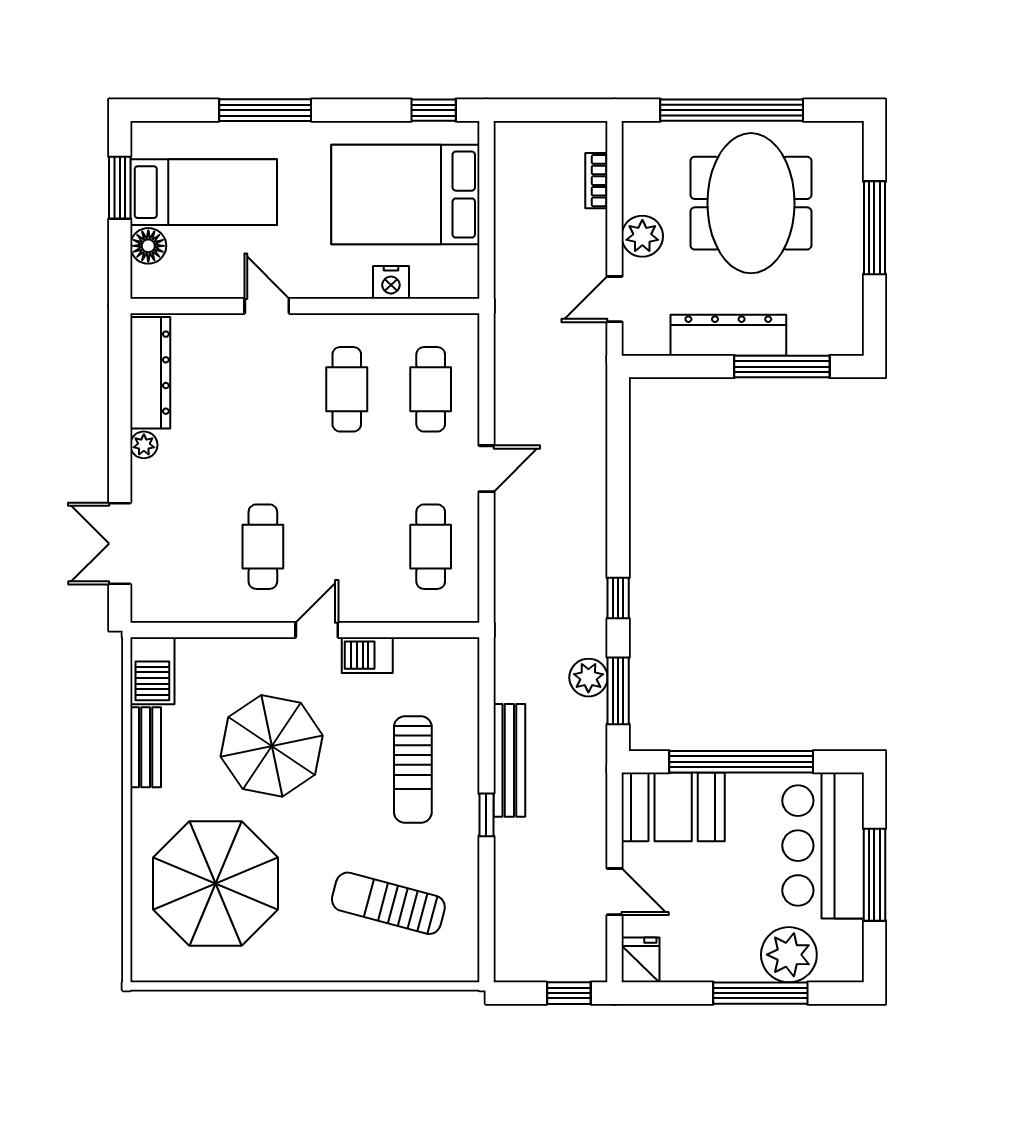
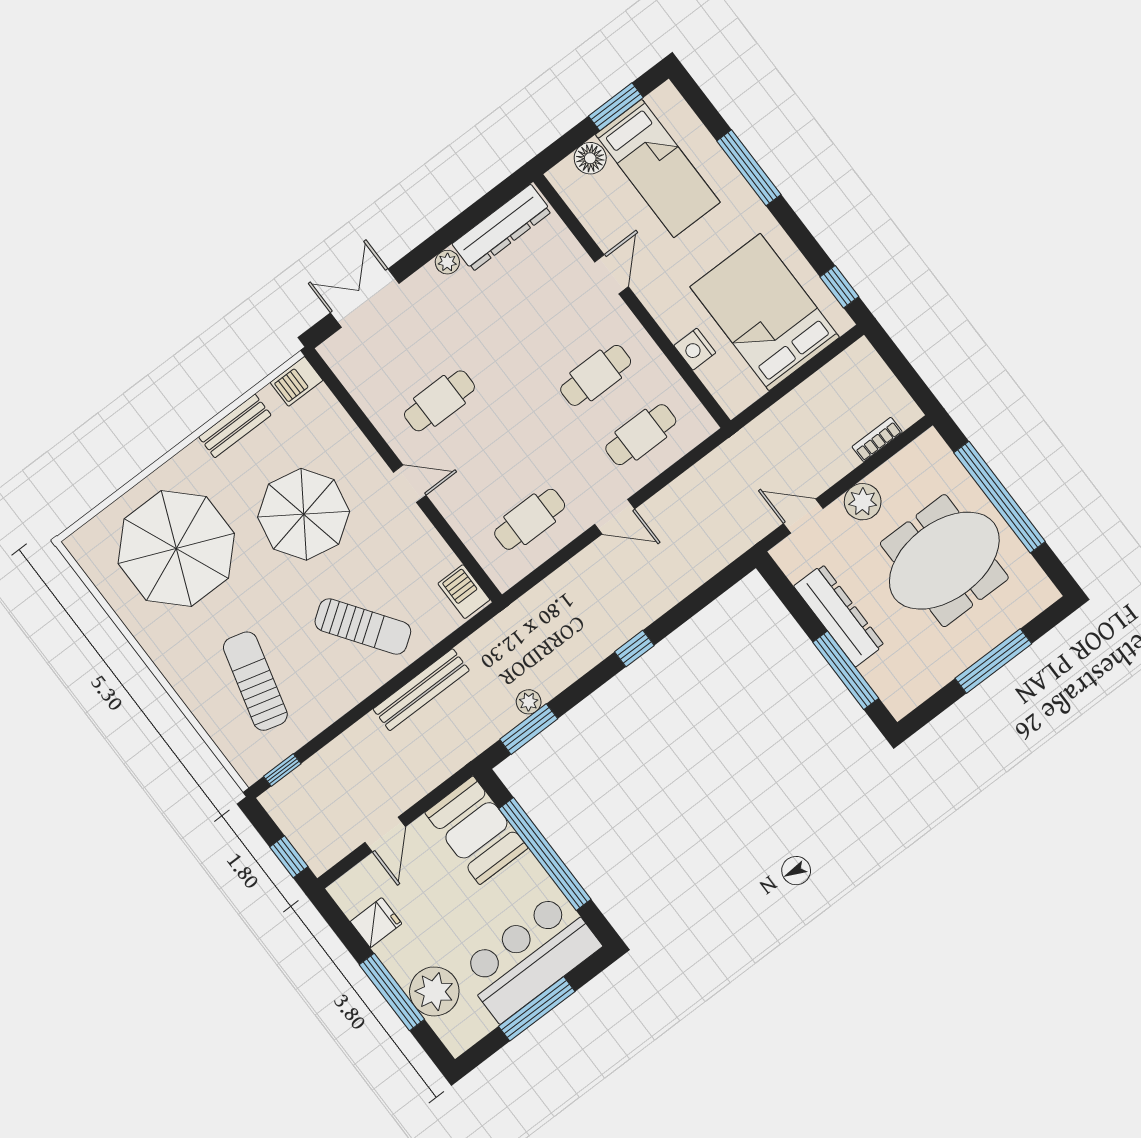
window: (618, 598) -> (634, 649), moved
barbecue: (367, 655) -> (464, 592), moved
barbecue: (152, 671) -> (297, 381), width x0.73, depth x0.79
plant: (588, 678) -> (529, 702), width x0.73, depth x0.73
sun lounger: (413, 769) -> (363, 626), turned -125
window: (486, 815) -> (282, 770), moved
fridge: (641, 960) -> (376, 923), moved

